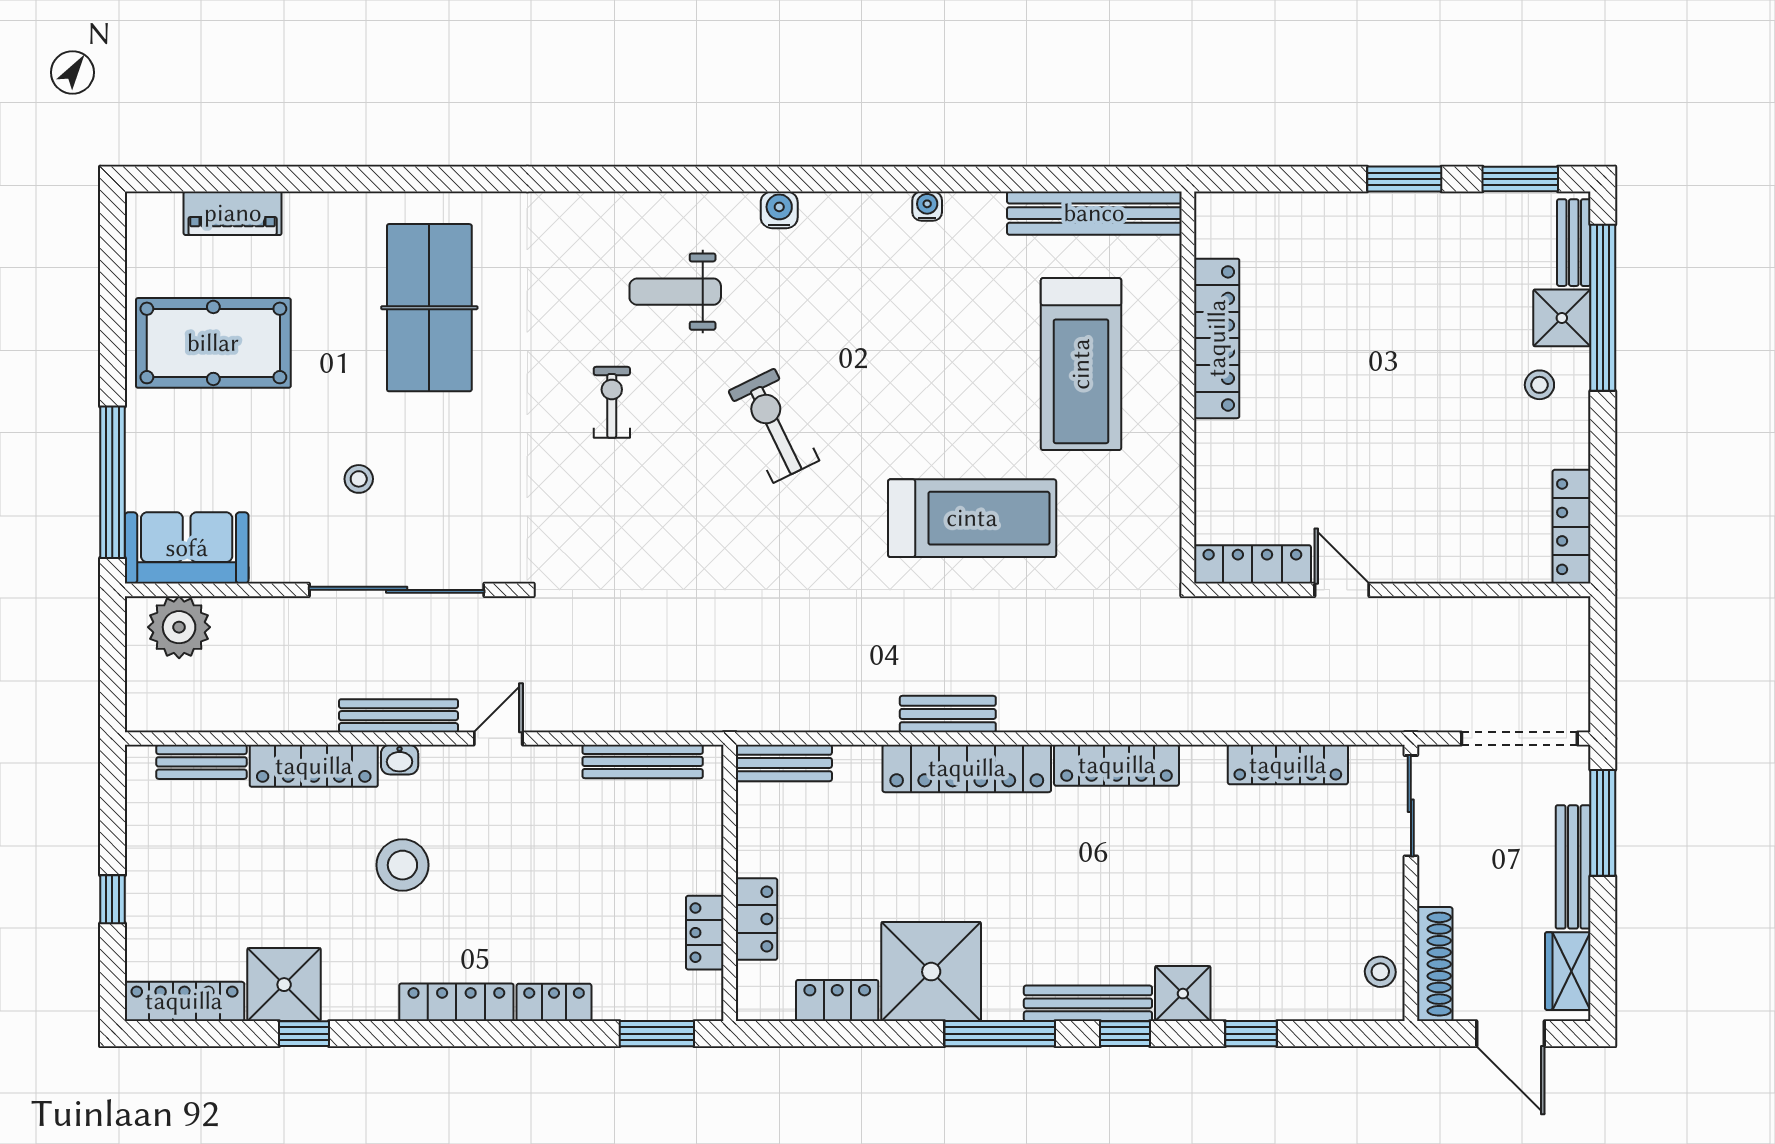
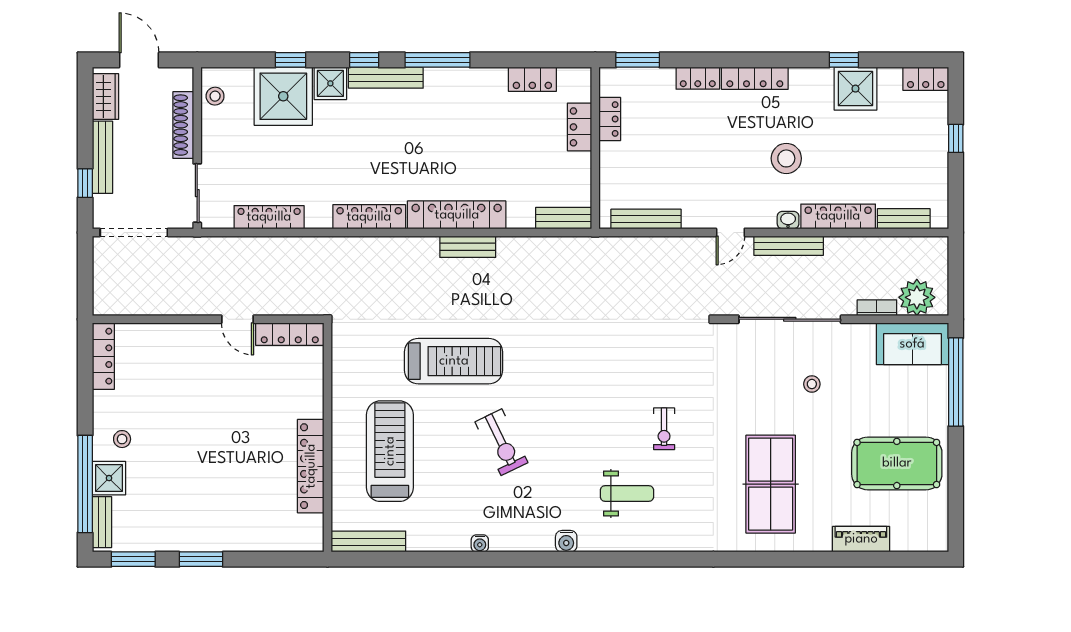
piano: (233, 213) -> (861, 539), moved
bench: (1094, 213) -> (368, 542), width x0.73, depth x0.82
exercise bike: (774, 426) -> (501, 442), moved
treadmill: (972, 518) -> (454, 361), turned 180
bookcase: (247, 610) -> (877, 308), added
window: (1603, 823) -> (85, 183), width x0.46
shoe rack: (1435, 964) -> (183, 125), moved
shower: (931, 972) -> (283, 96), moved
locker: (184, 1001) -> (926, 79), width x0.66

